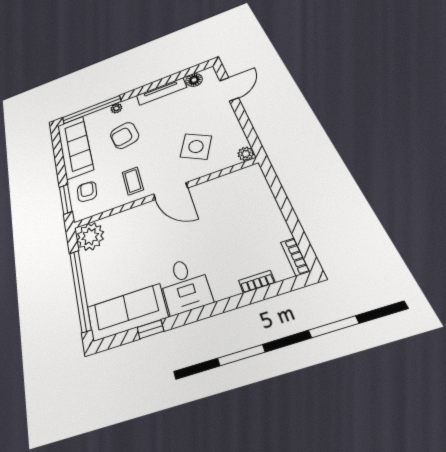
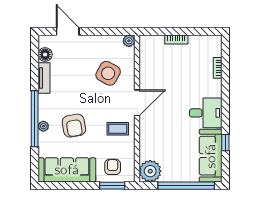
tv unit: (161, 91) -> (44, 78), width x0.71
window: (92, 110) -> (35, 119), moved
armchair: (87, 192) -> (113, 167), turned 85
bookcase: (295, 257) -> (176, 39), moved

